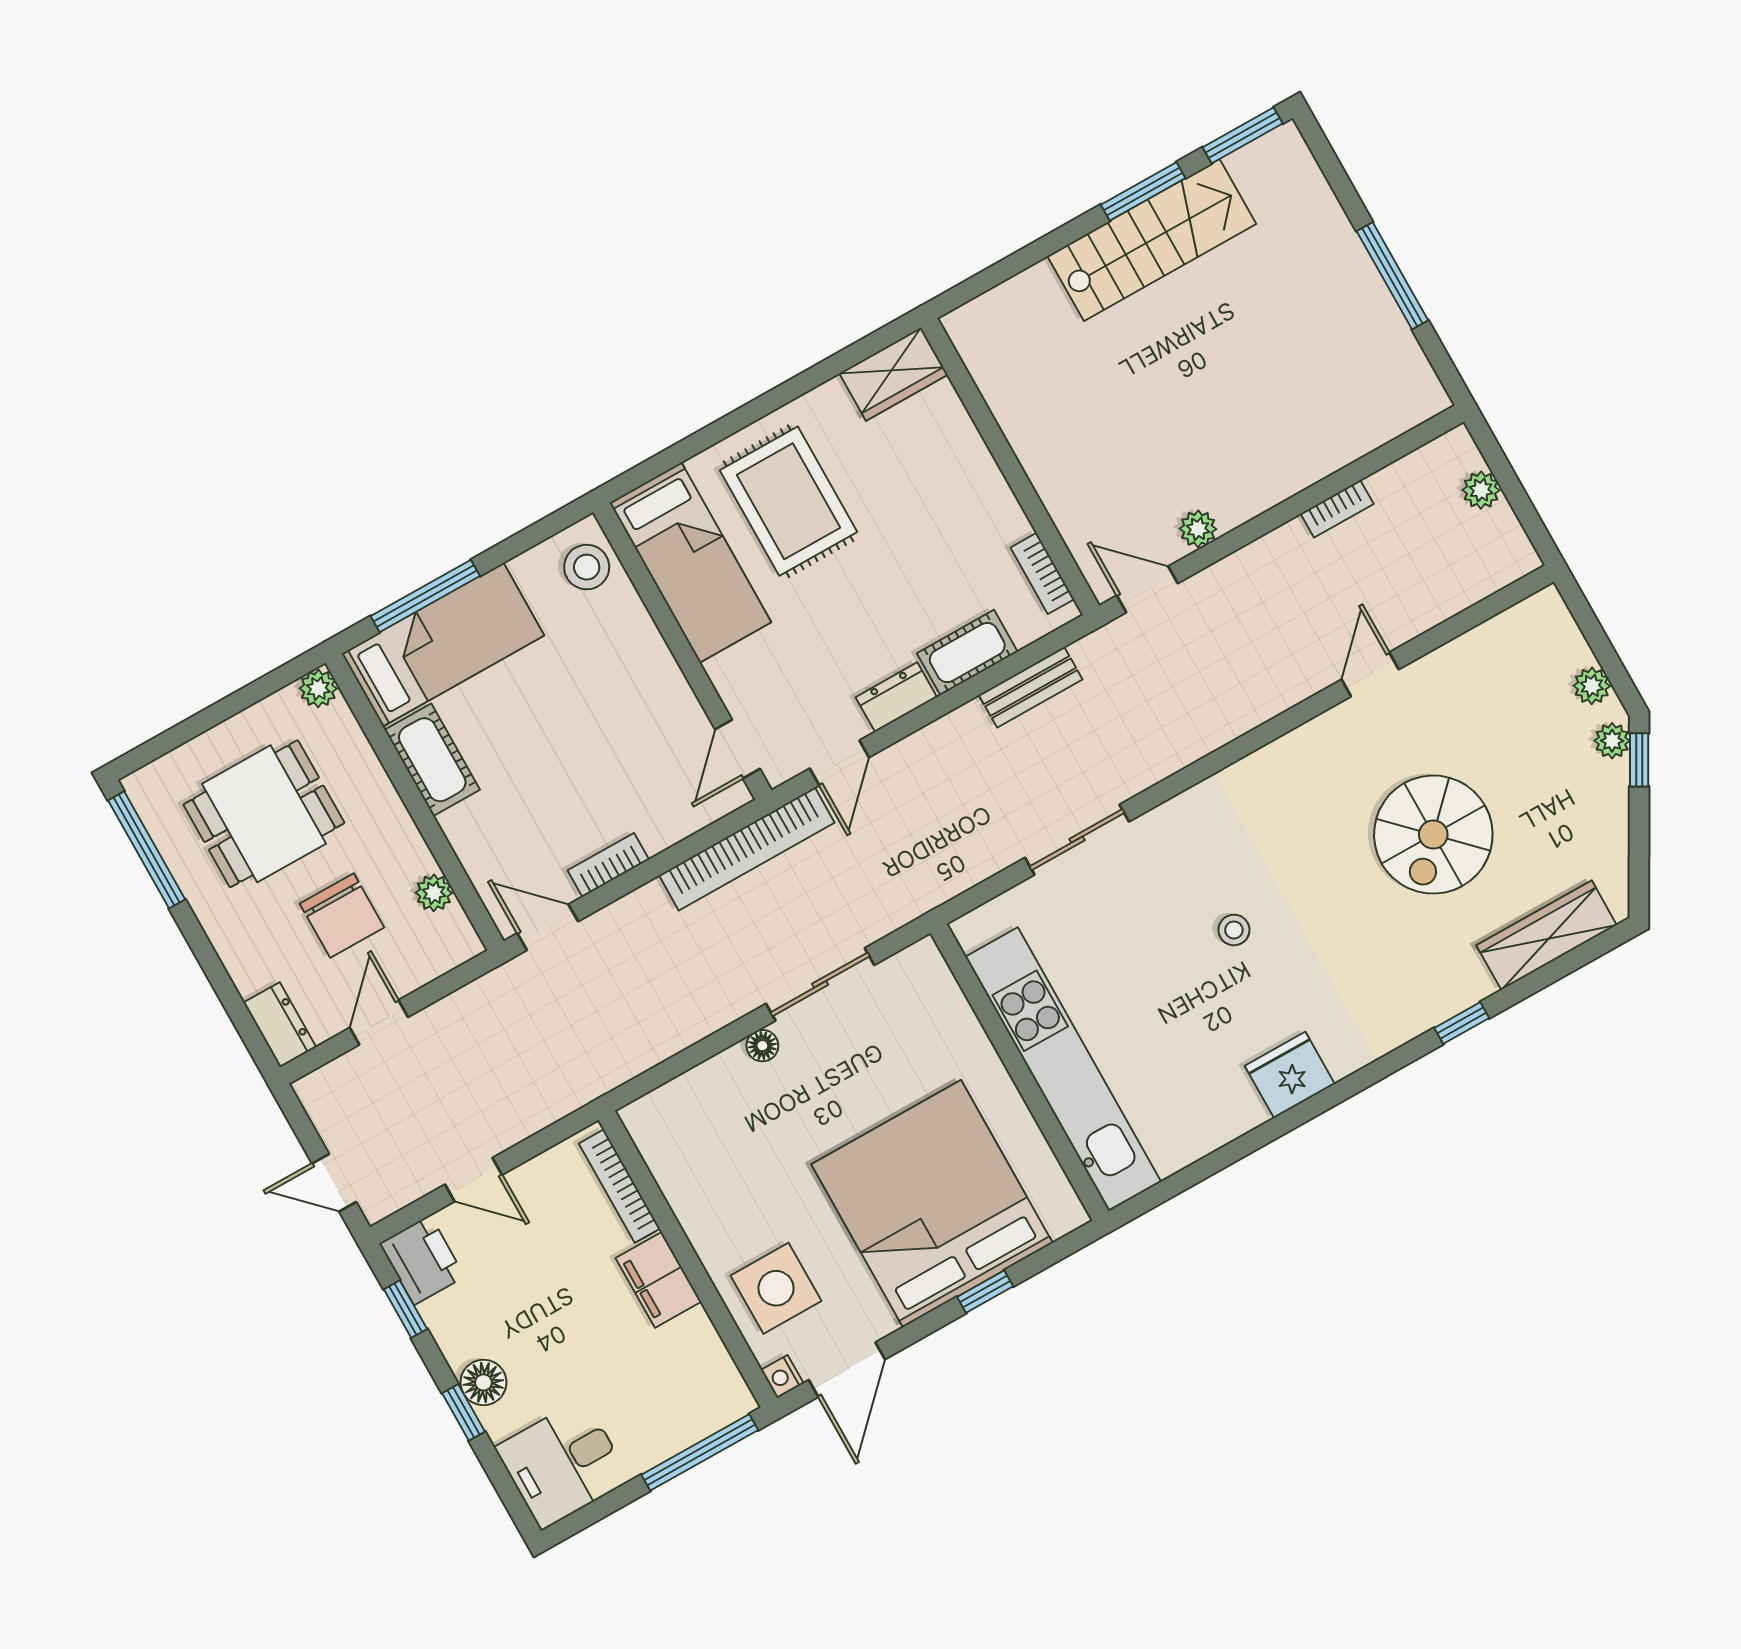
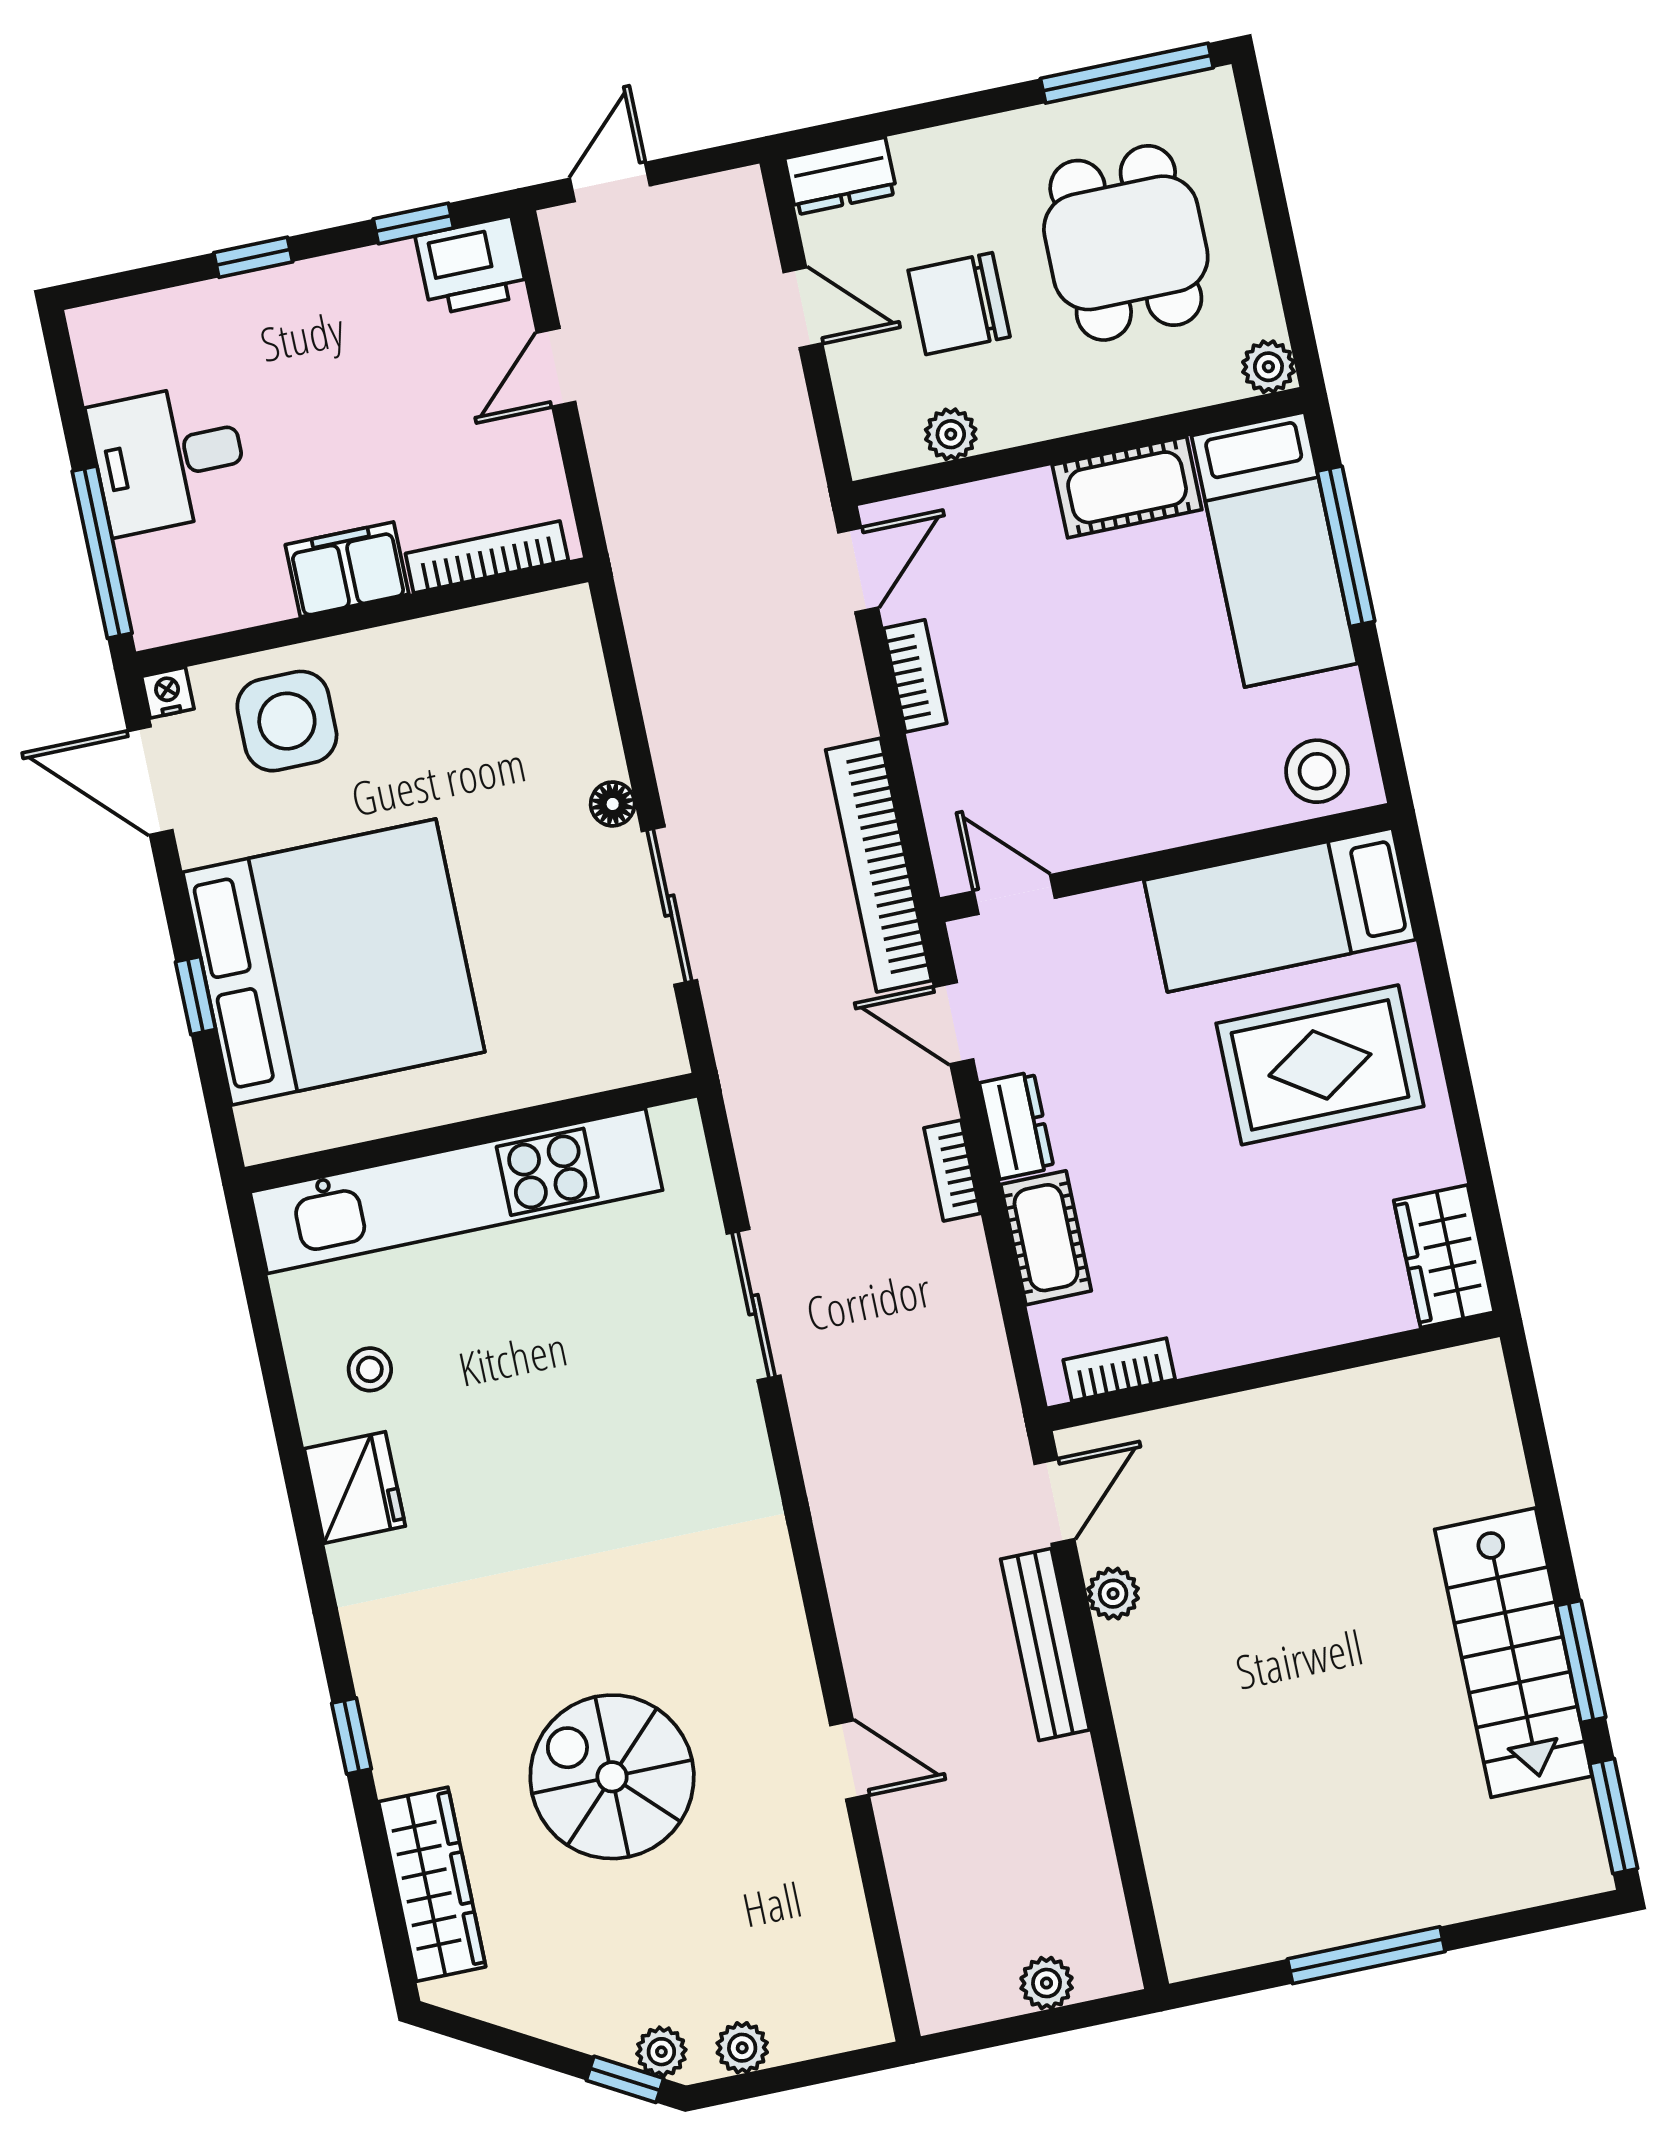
bookcase: (1337, 509) -> (952, 1171), moved
bench: (1031, 687) -> (1045, 1644), moved, width x1.36
stool: (1234, 930) -> (370, 1369), moved
floor lamp: (483, 1382) -> (284, 296), removed
desk: (563, 1464) -> (169, 458), moved, turned -90

